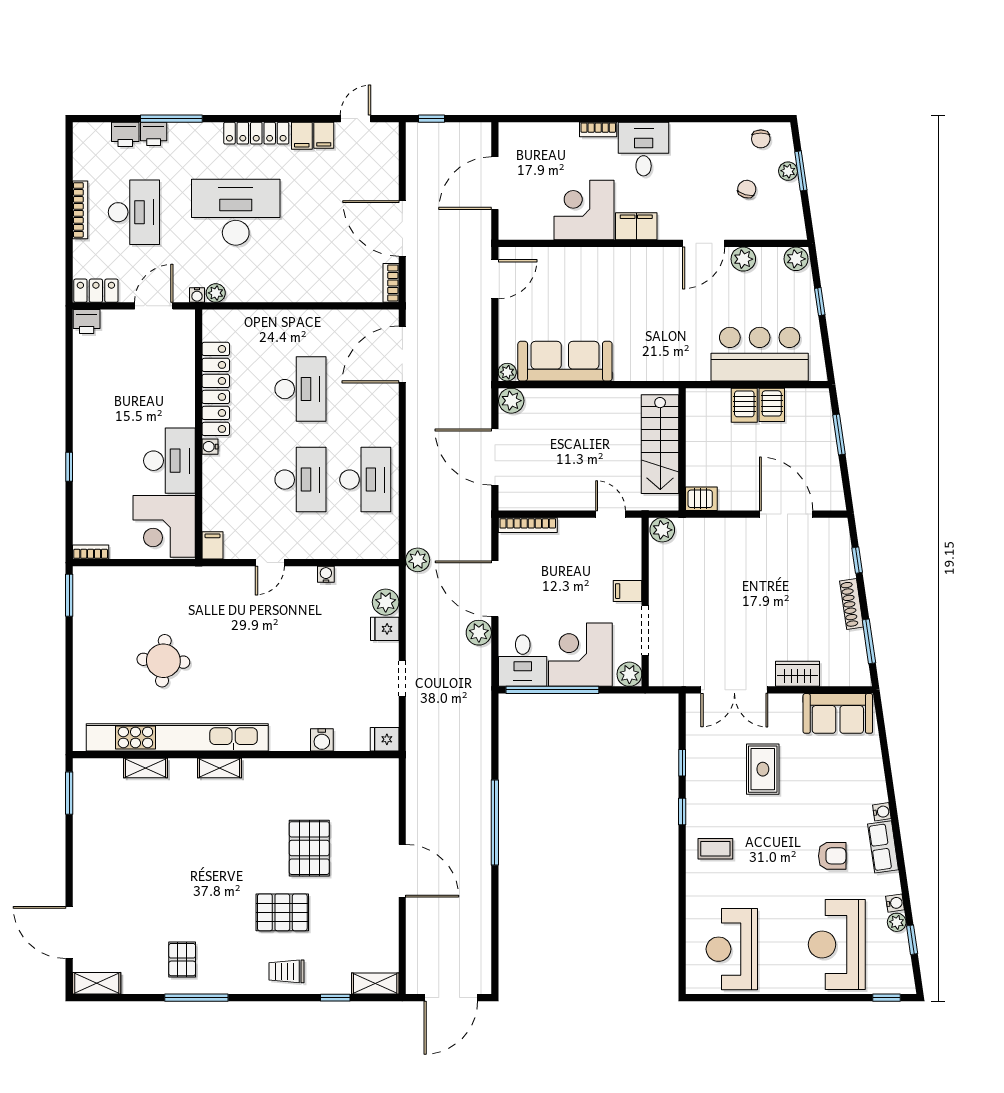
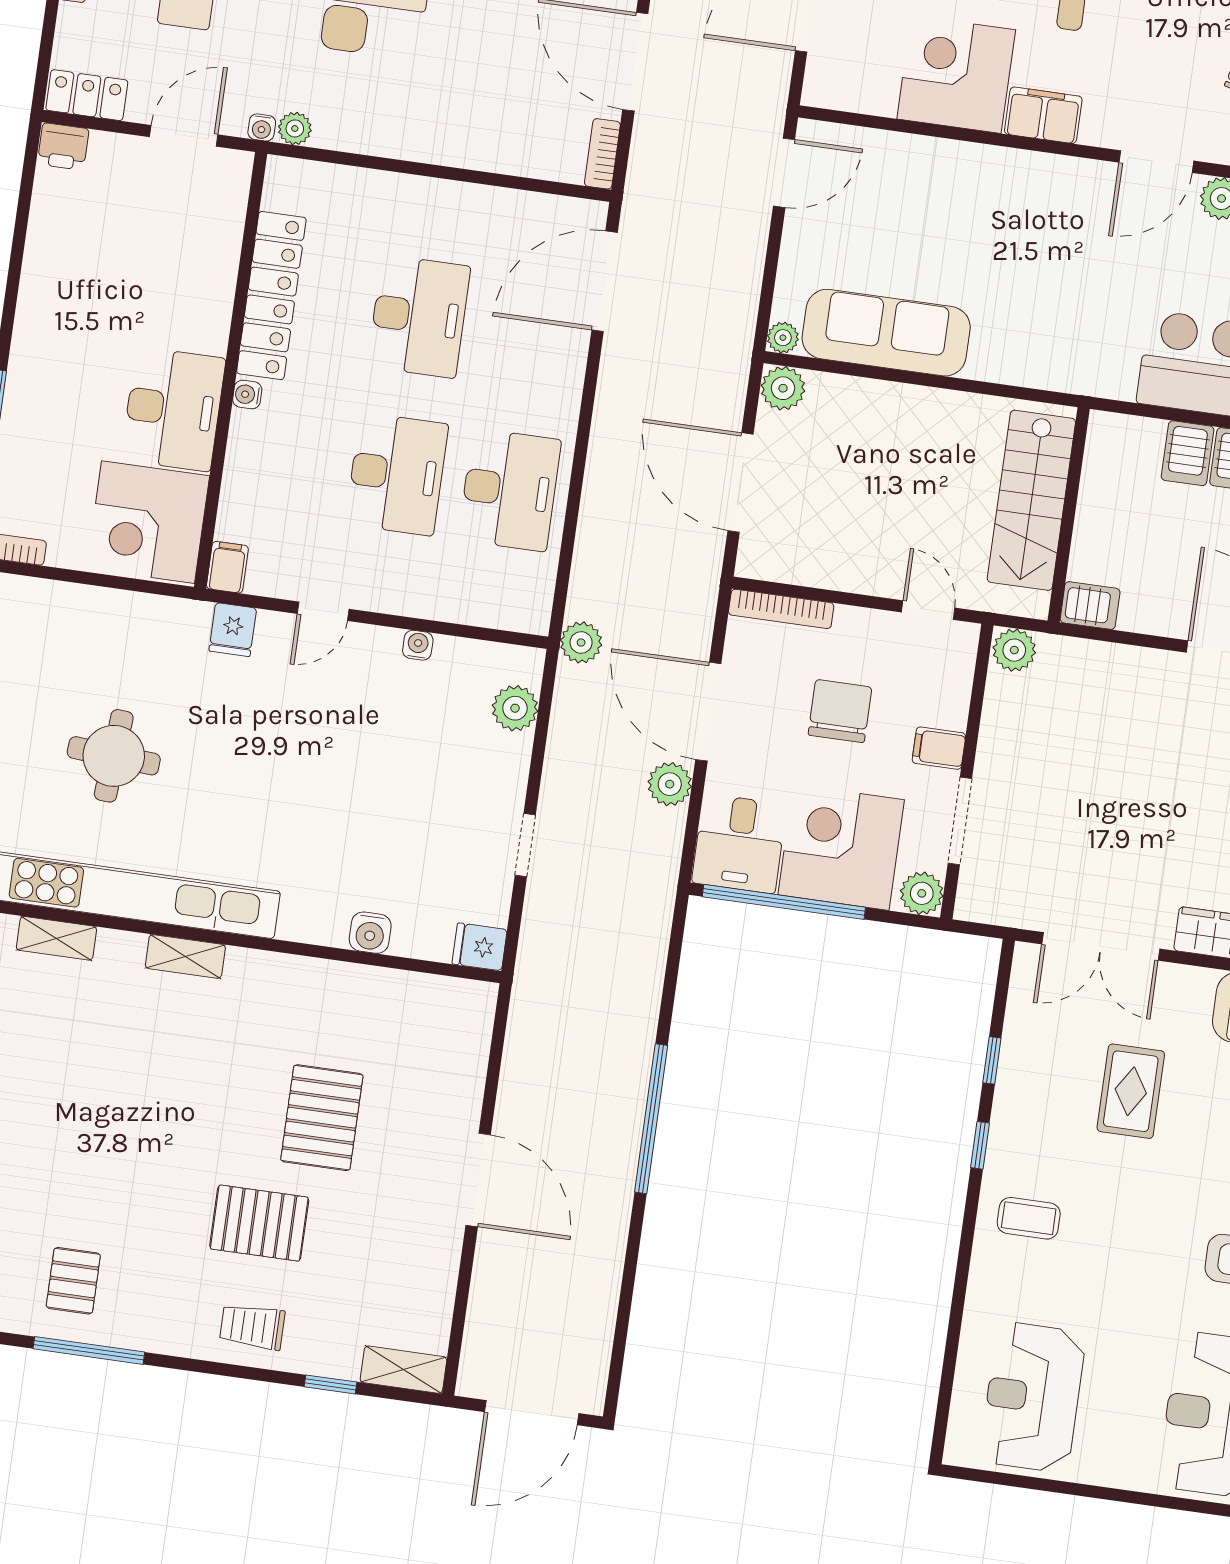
chair: (569, 578) -> (840, 711), added
fridge: (385, 629) -> (233, 630), moved, turned -90

